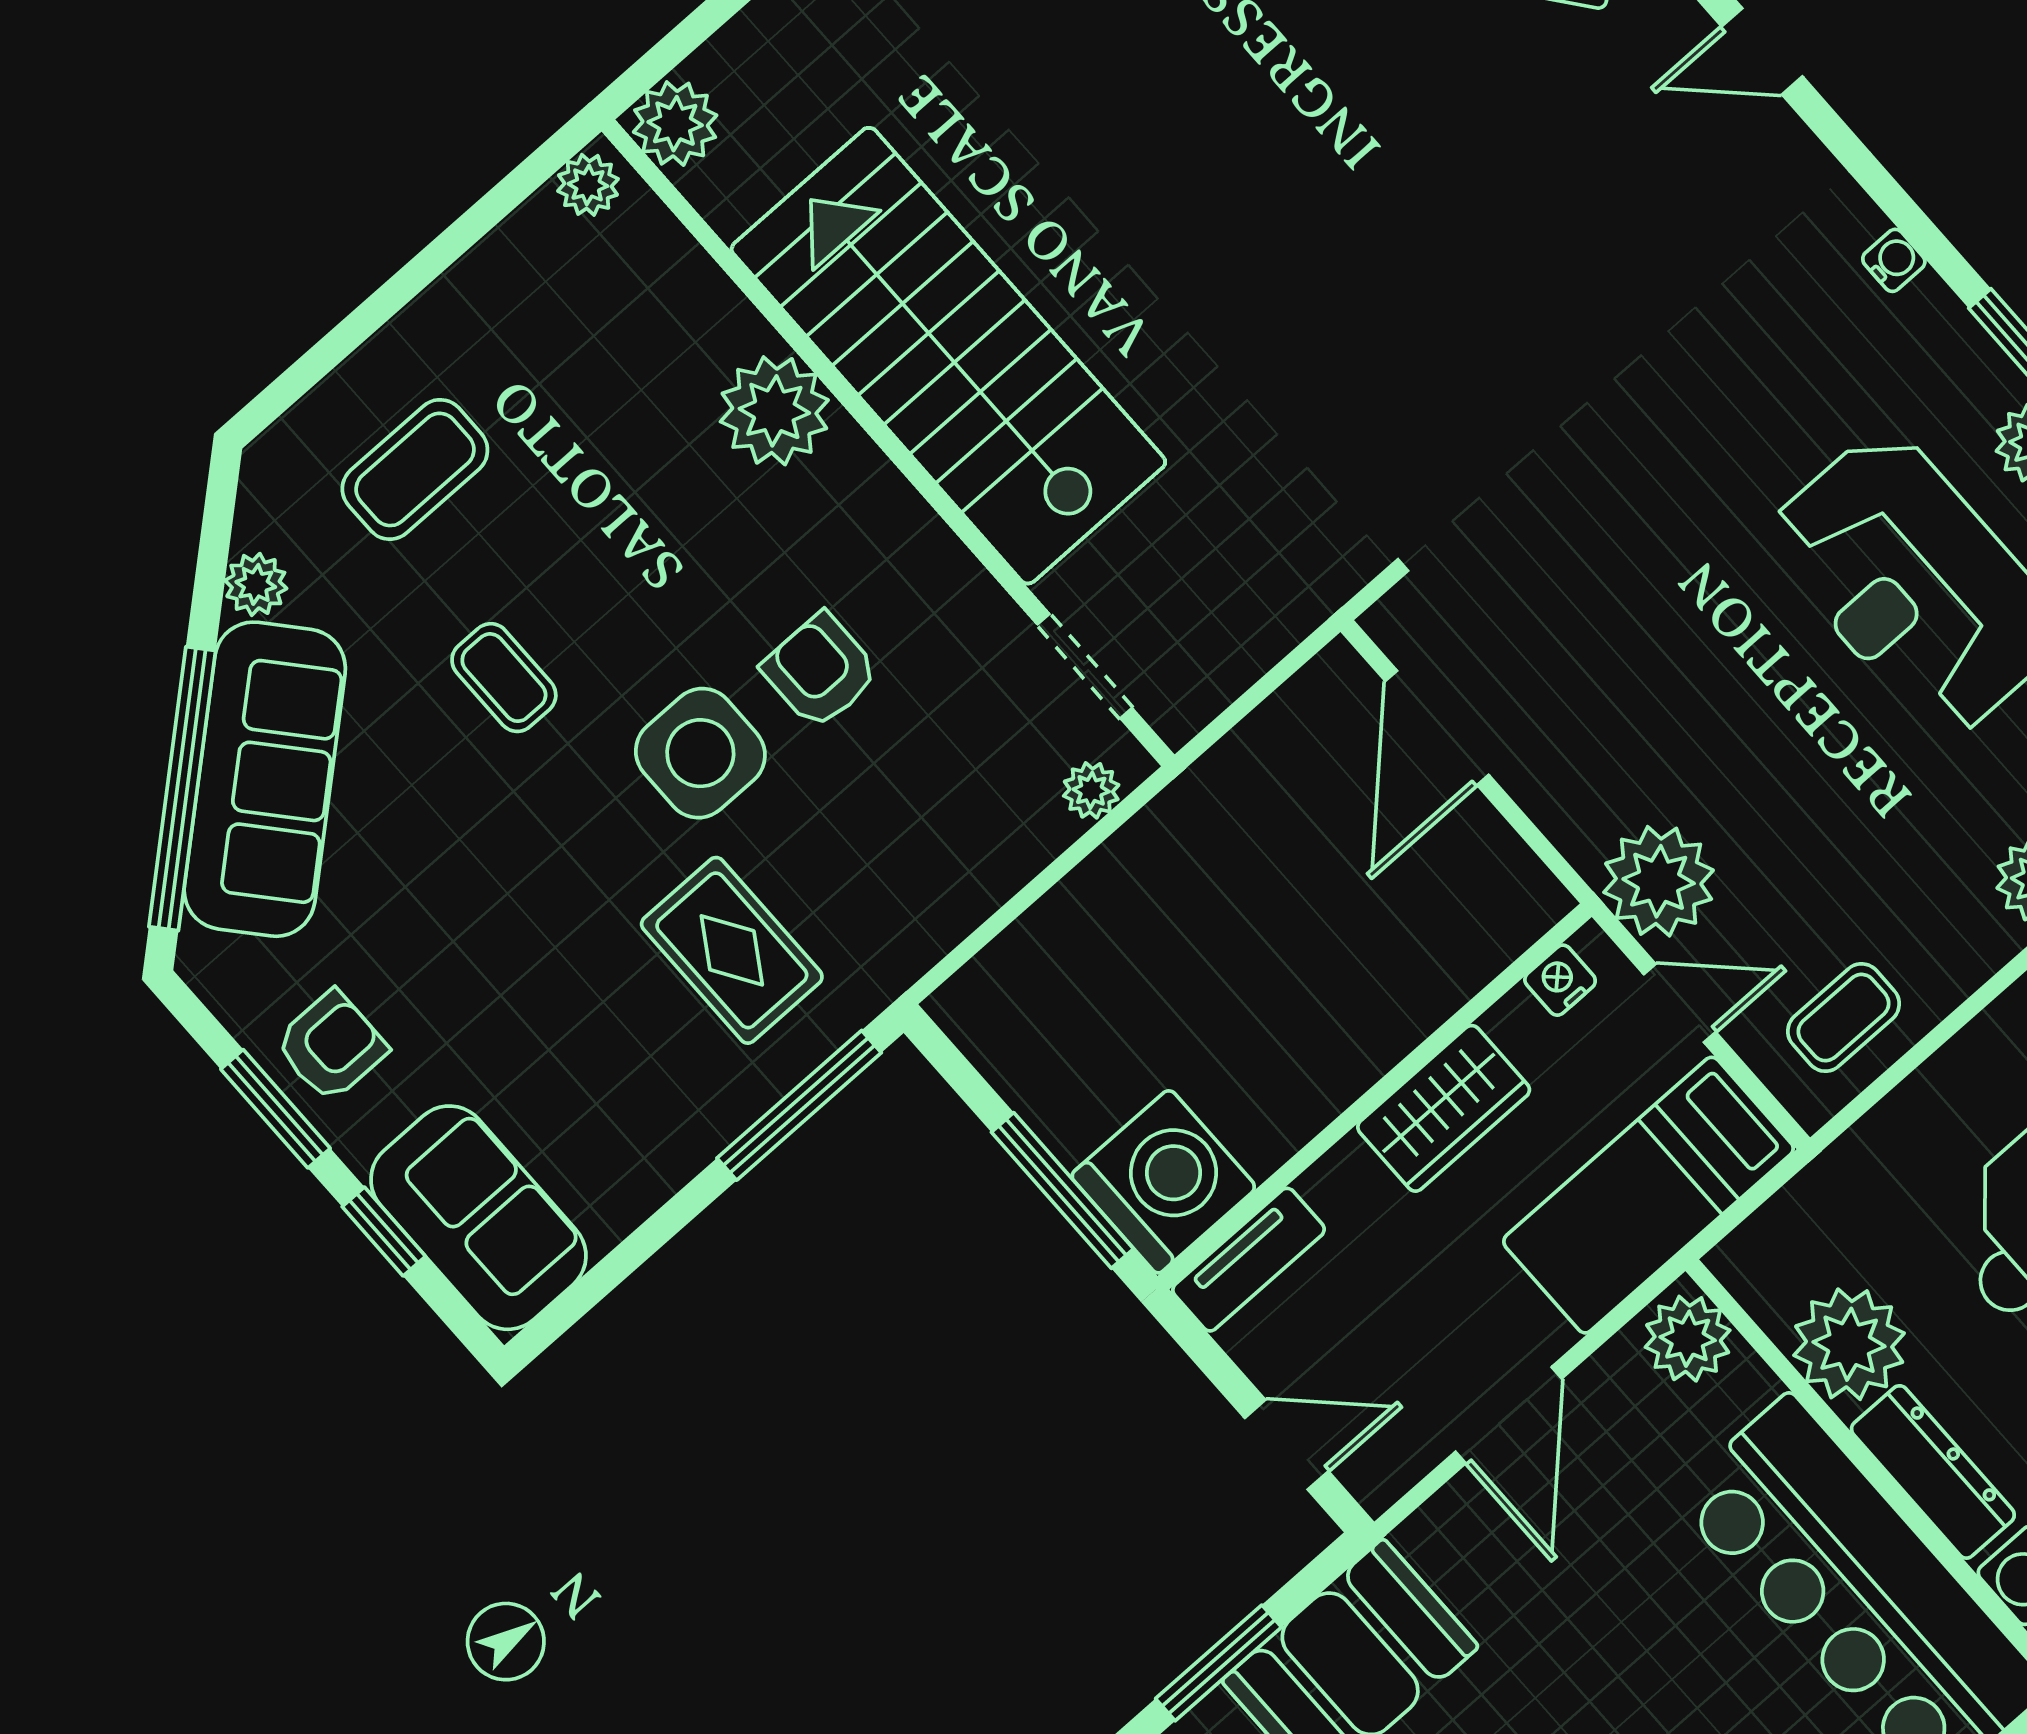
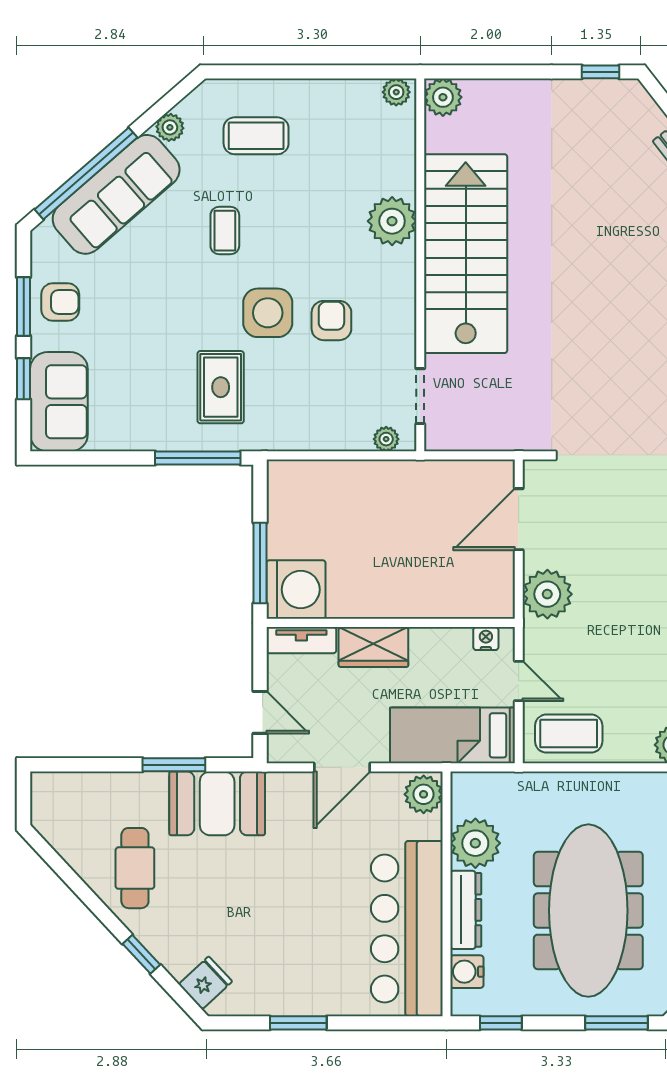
plant: (1659, 881) -> (547, 594), moved
coffee table: (1844, 1018) -> (569, 734), width x1.36, depth x1.30
wardrobe: (1444, 1108) -> (373, 647), moved

